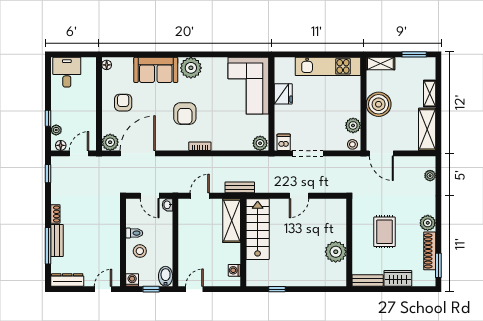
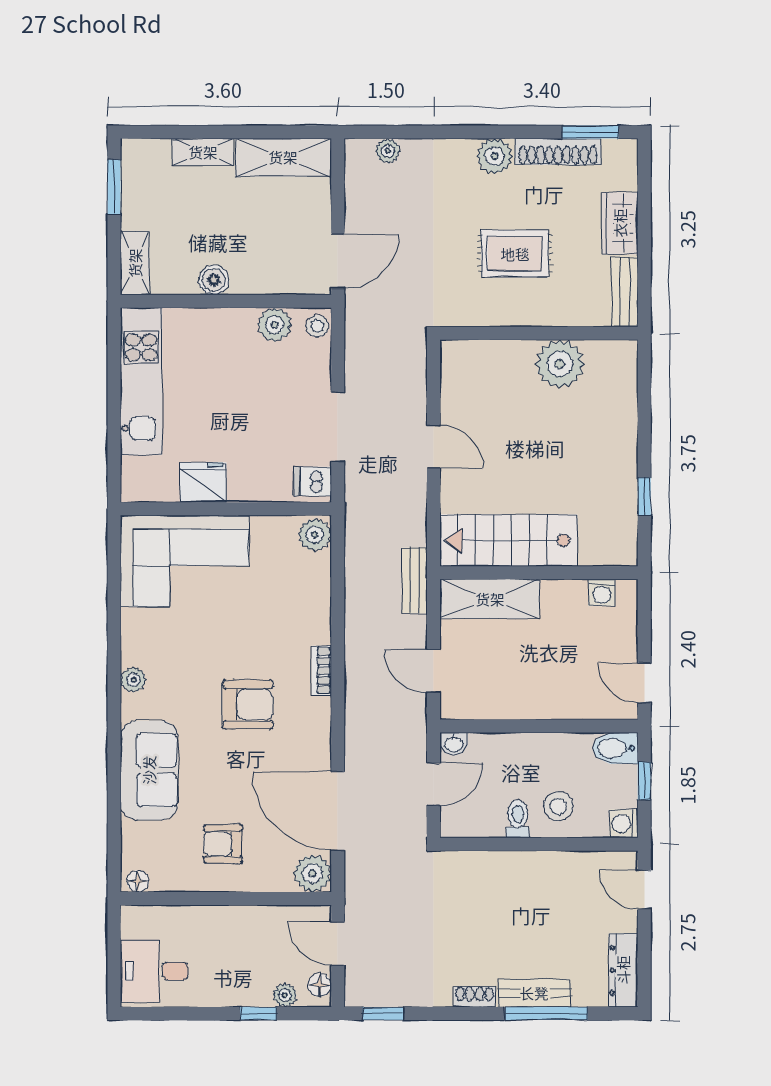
plant: (191, 68) -> (133, 680), width x0.53, depth x0.53
boiler: (379, 104) -> (214, 280), width x0.54, depth x0.54

